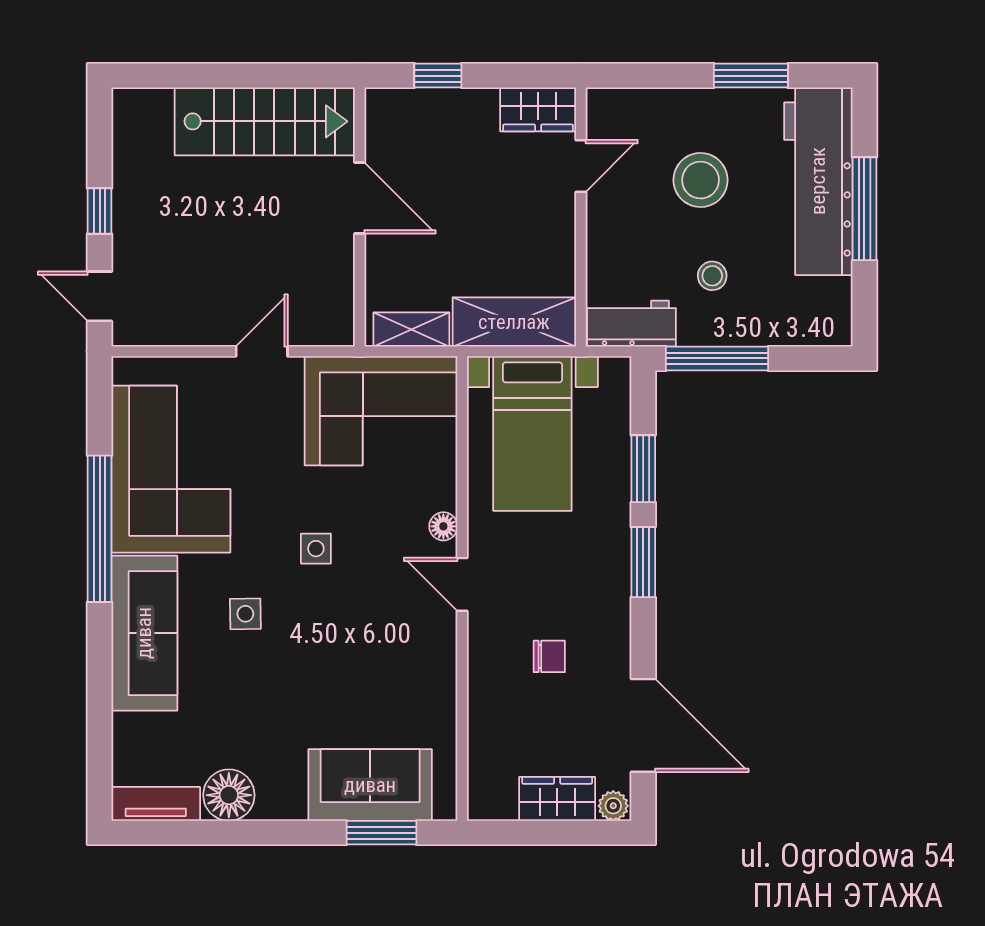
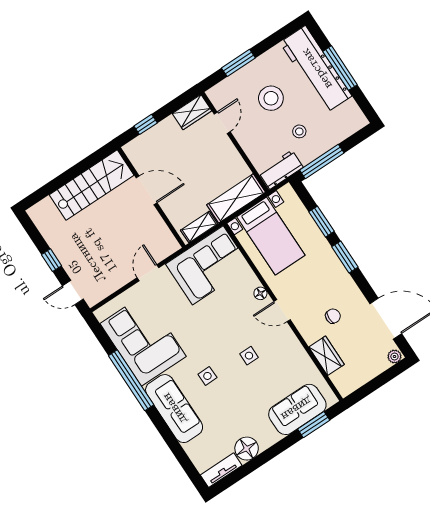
window: (751, 76) -> (238, 63), moved
side table: (316, 549) -> (249, 356), moved
wardrobe: (557, 799) -> (326, 356), moved, turned 90

